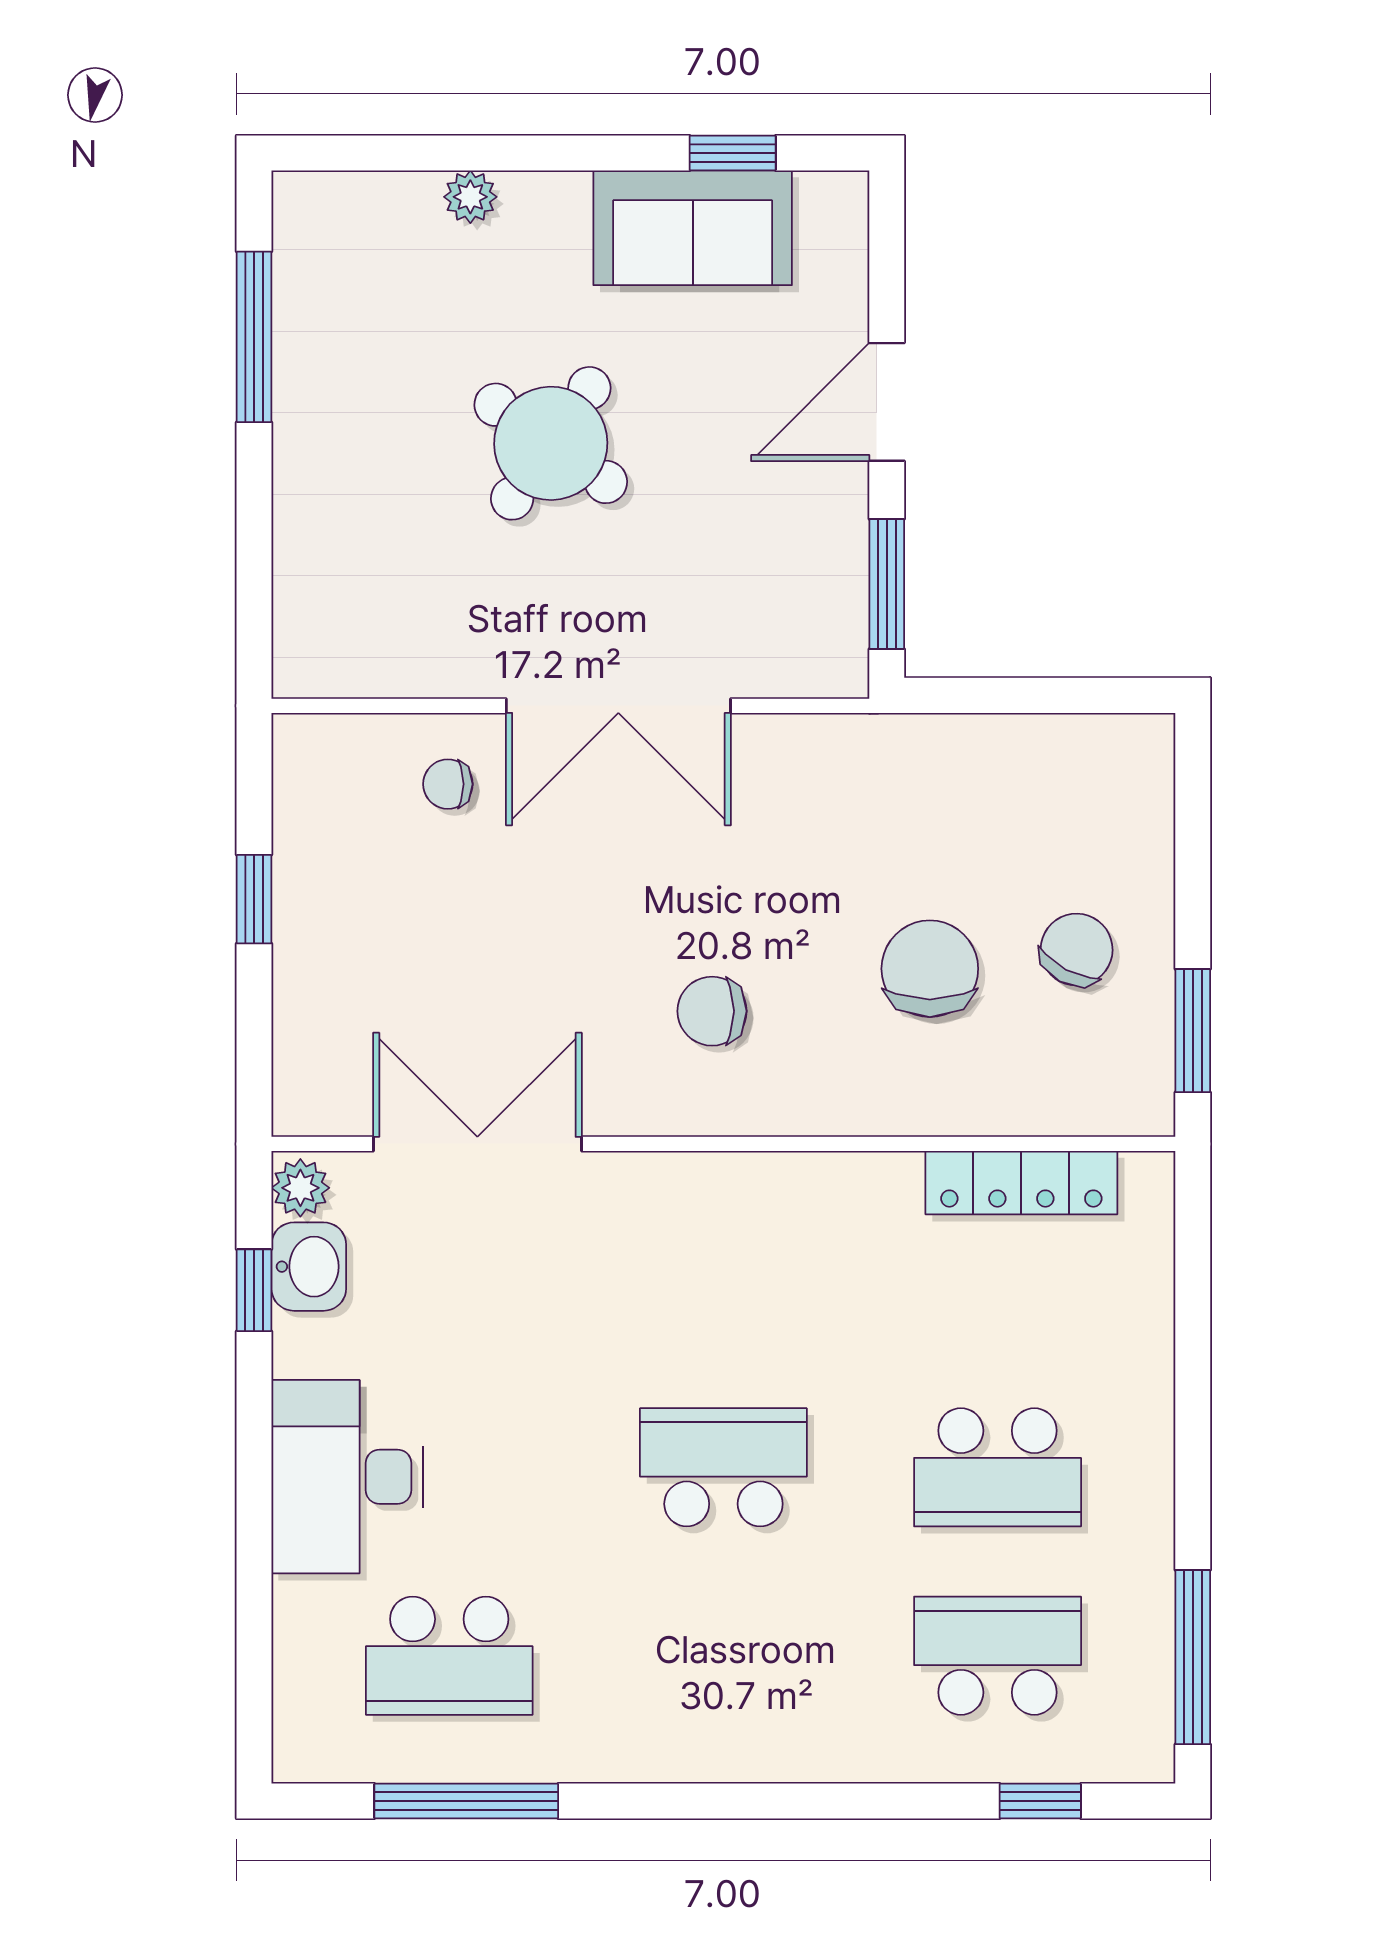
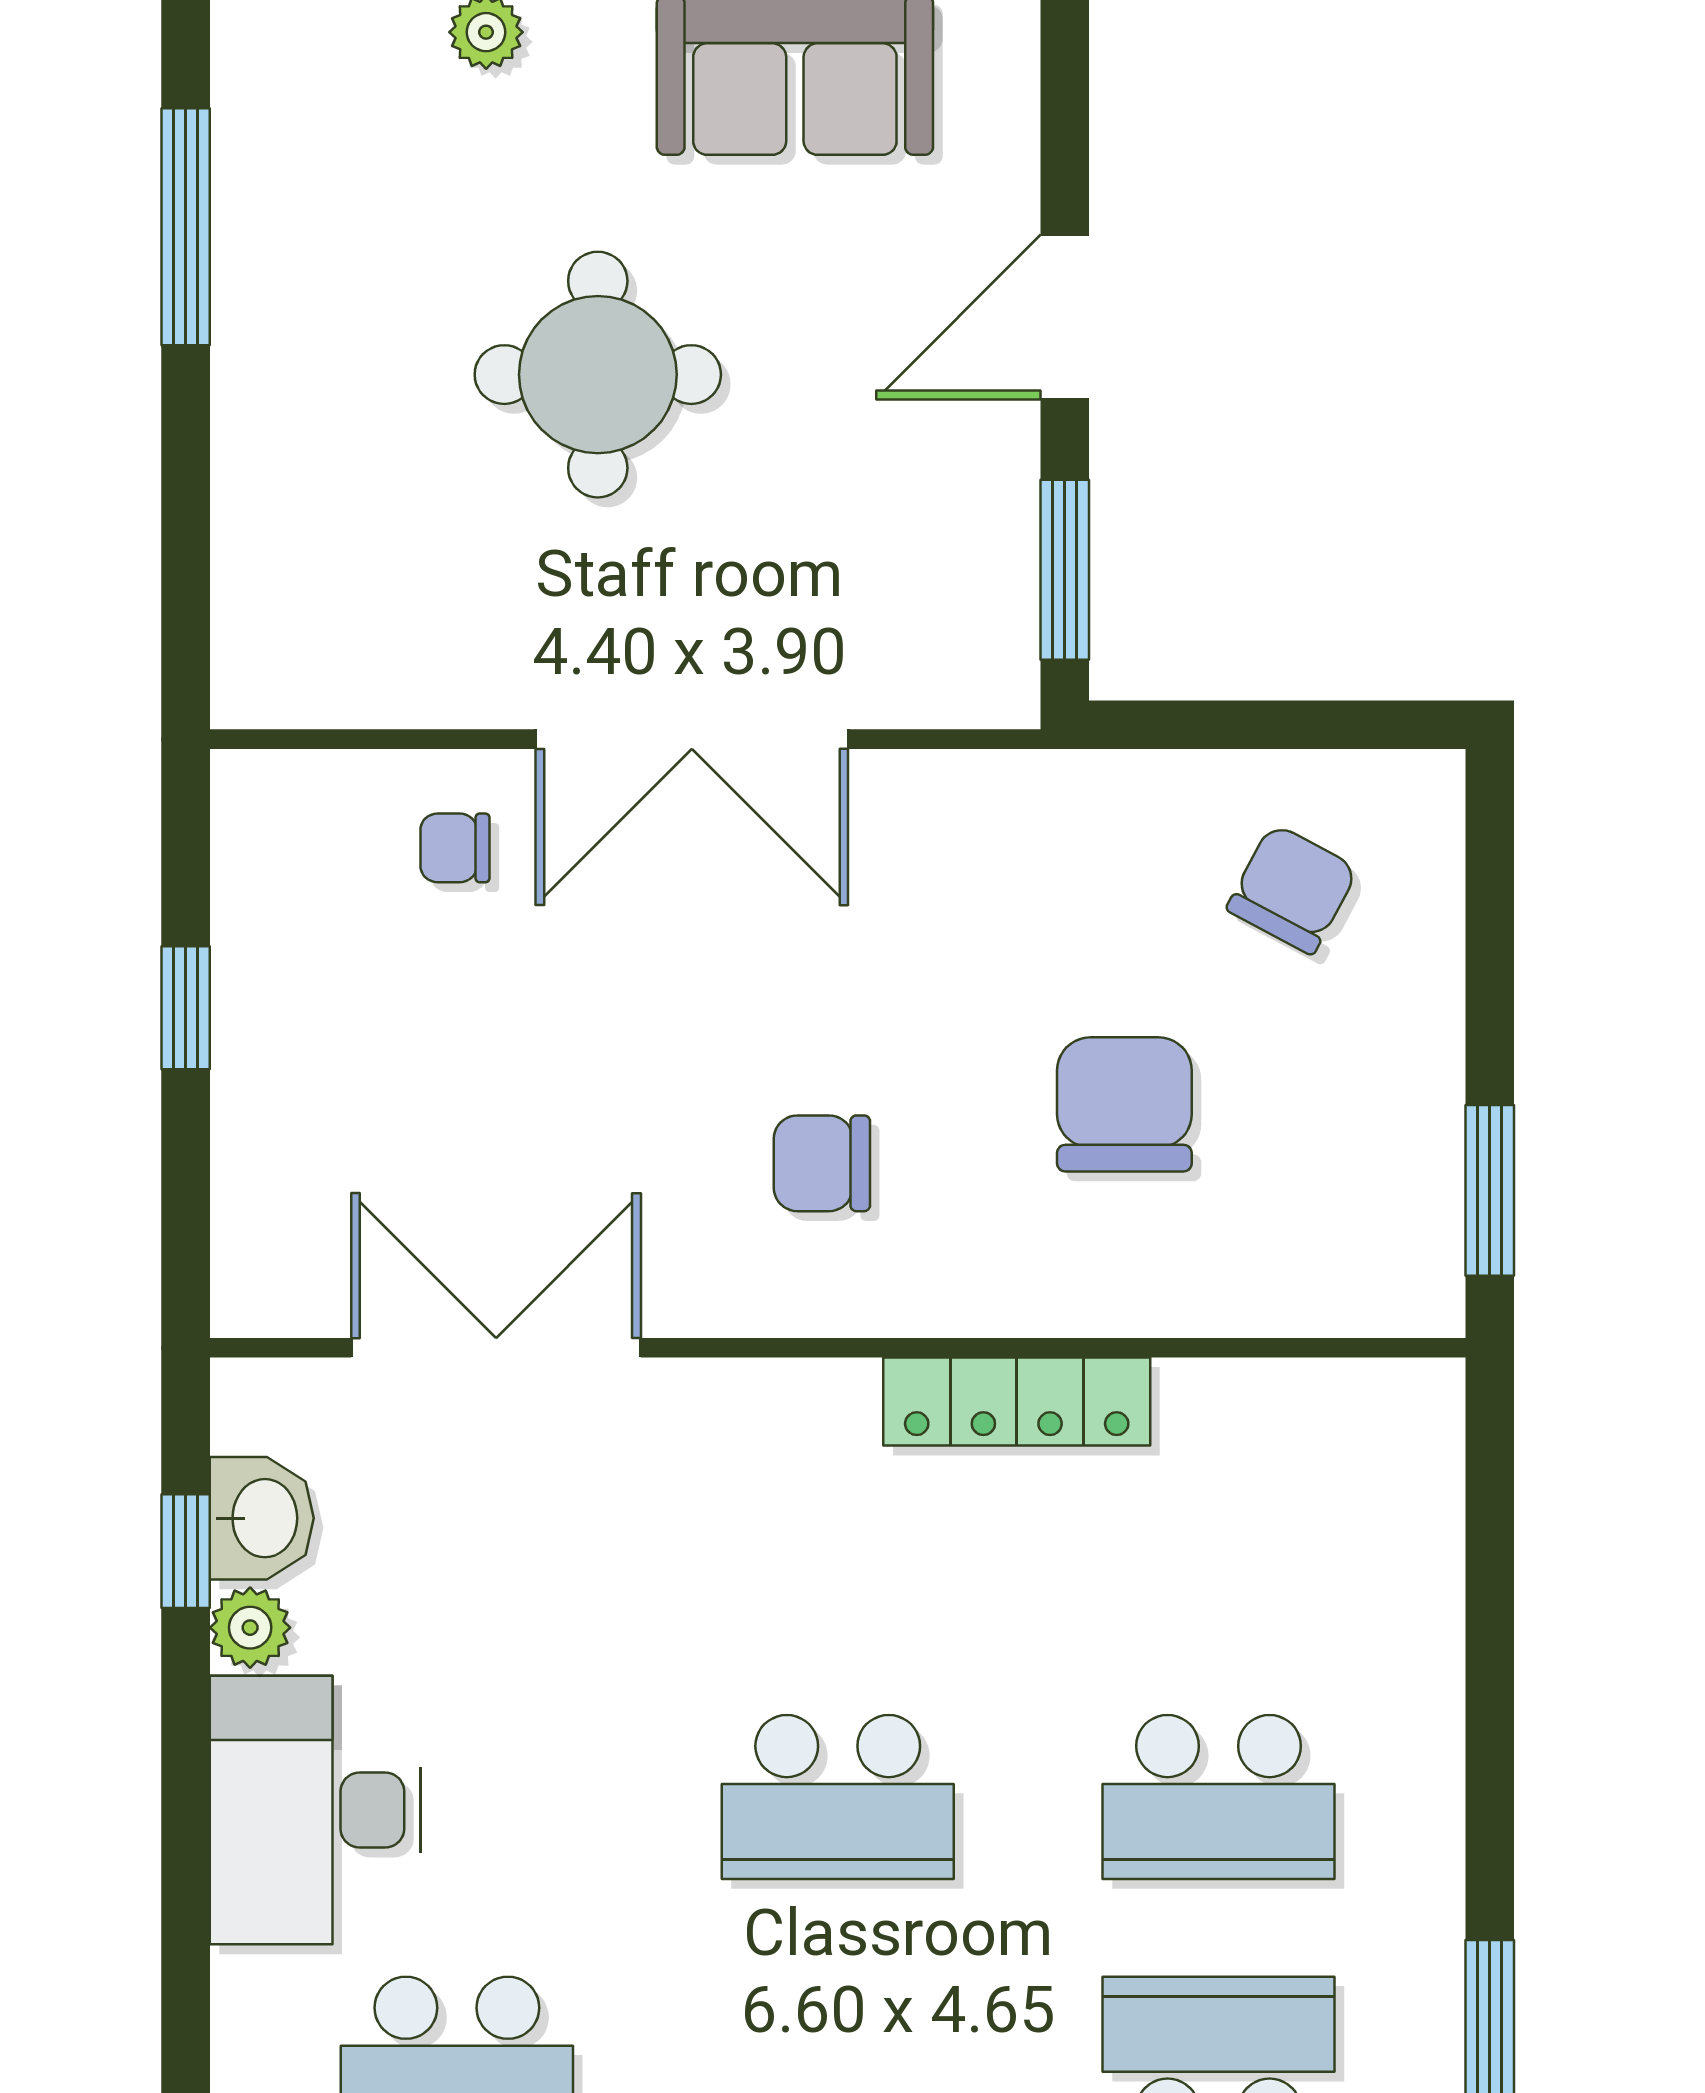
round table: (551, 443) -> (598, 375), turned -35
chair: (1077, 950) -> (1292, 889), moved
locker: (1021, 1183) -> (1017, 1402), moved
plant: (300, 1188) -> (250, 1628), moved
school desk: (723, 1467) -> (838, 1797), turned 180

